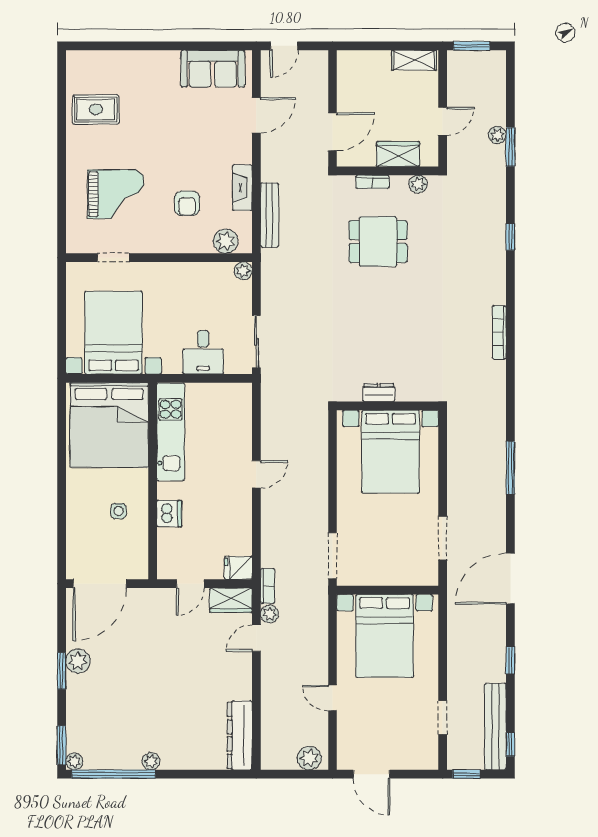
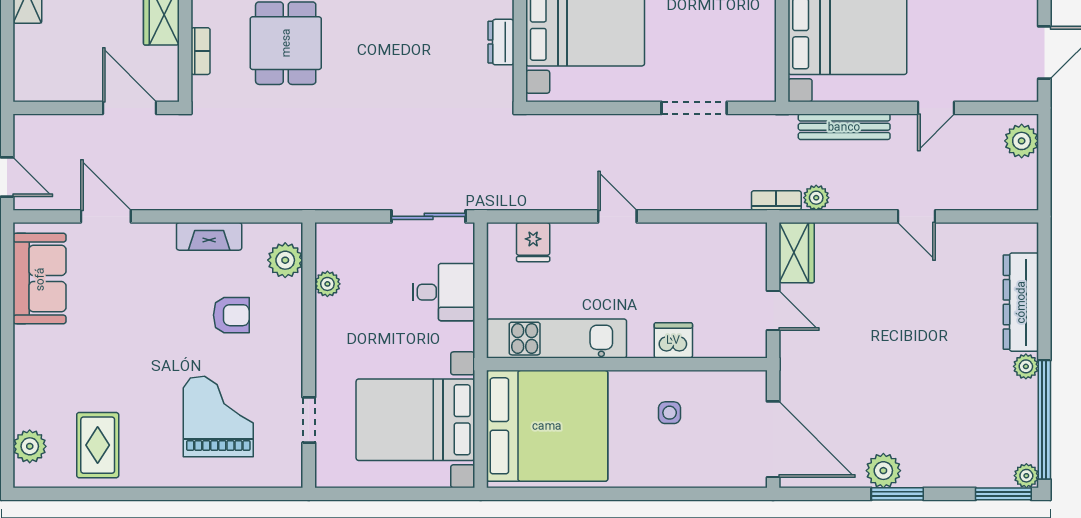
plant: (95, 62) -> (30, 446), added
bench: (270, 215) -> (844, 127), moved
plant: (243, 271) -> (327, 284), moved
doorway: (333, 556) -> (694, 108), moved
fridge: (238, 568) -> (533, 242), moved
door: (256, 638) -> (916, 216), moved
dresser: (240, 735) -> (1021, 302), moved, turned 90

